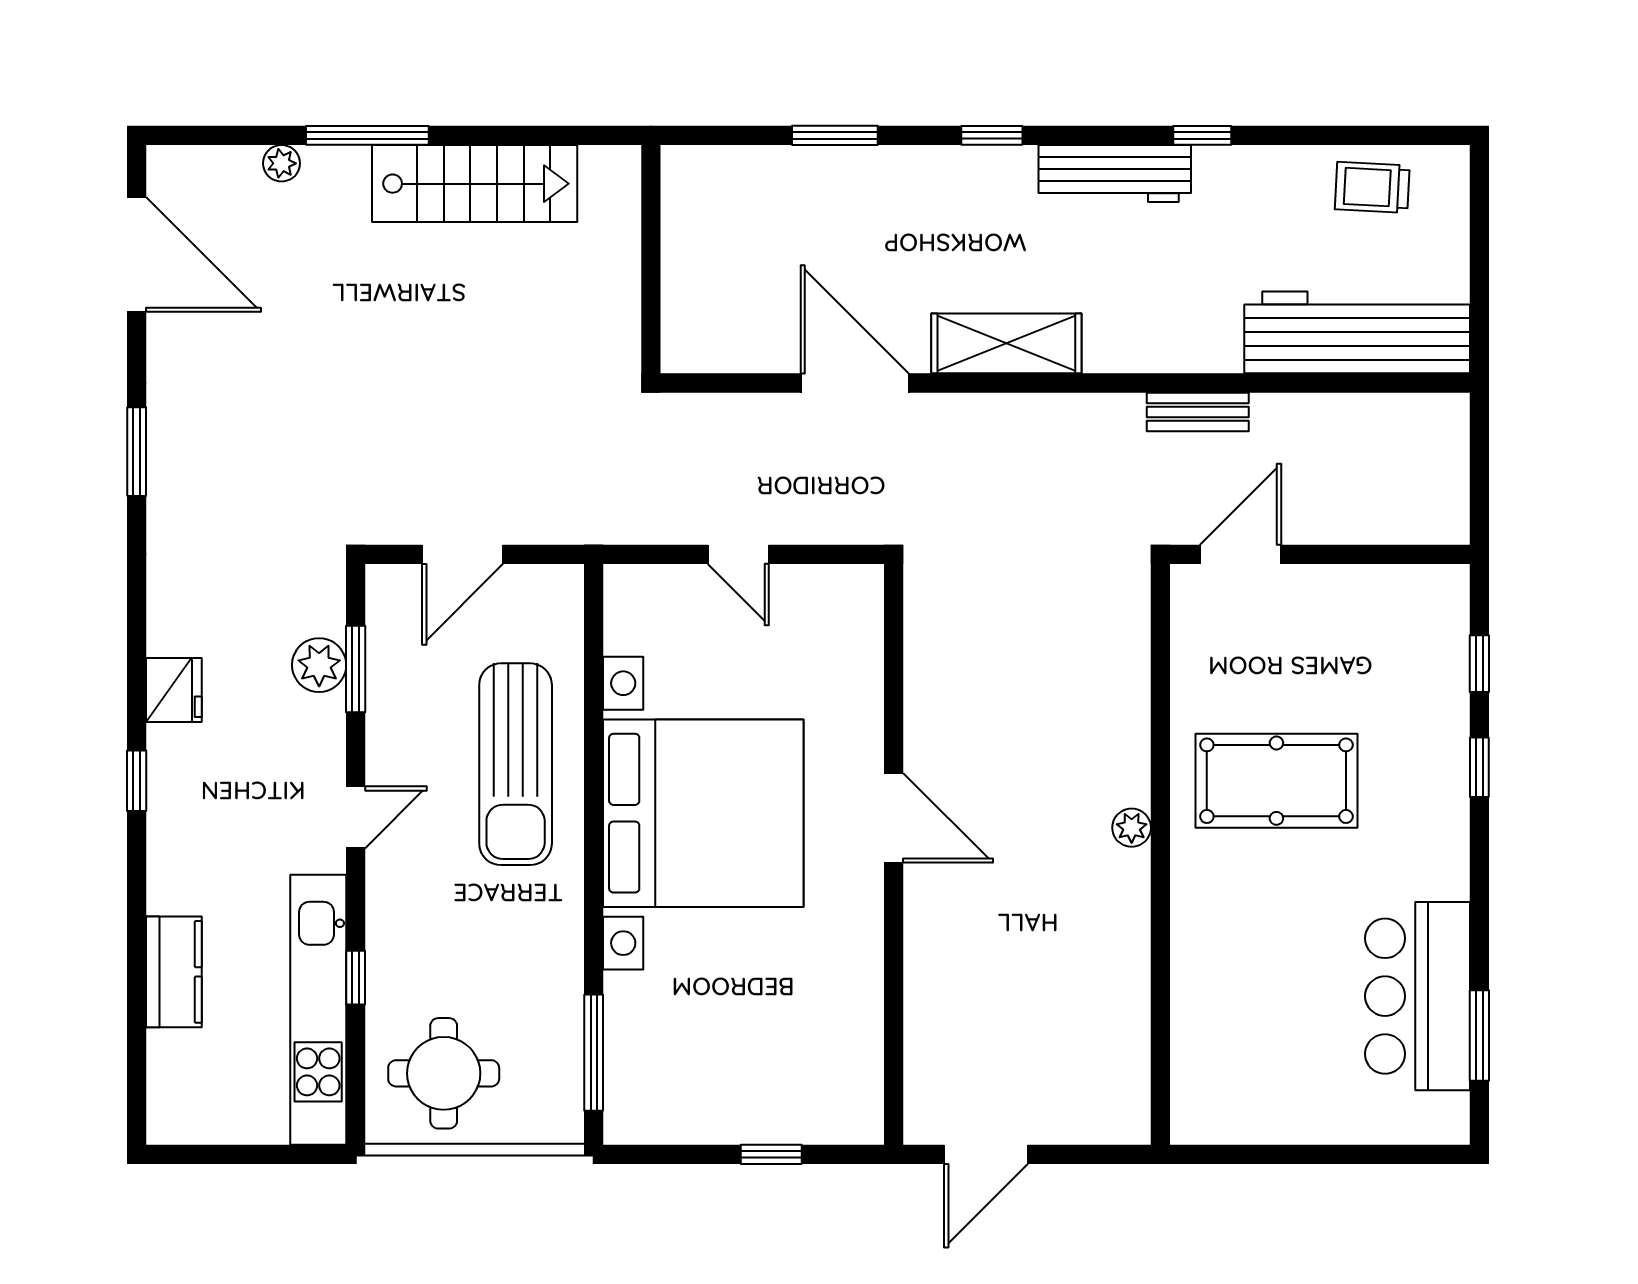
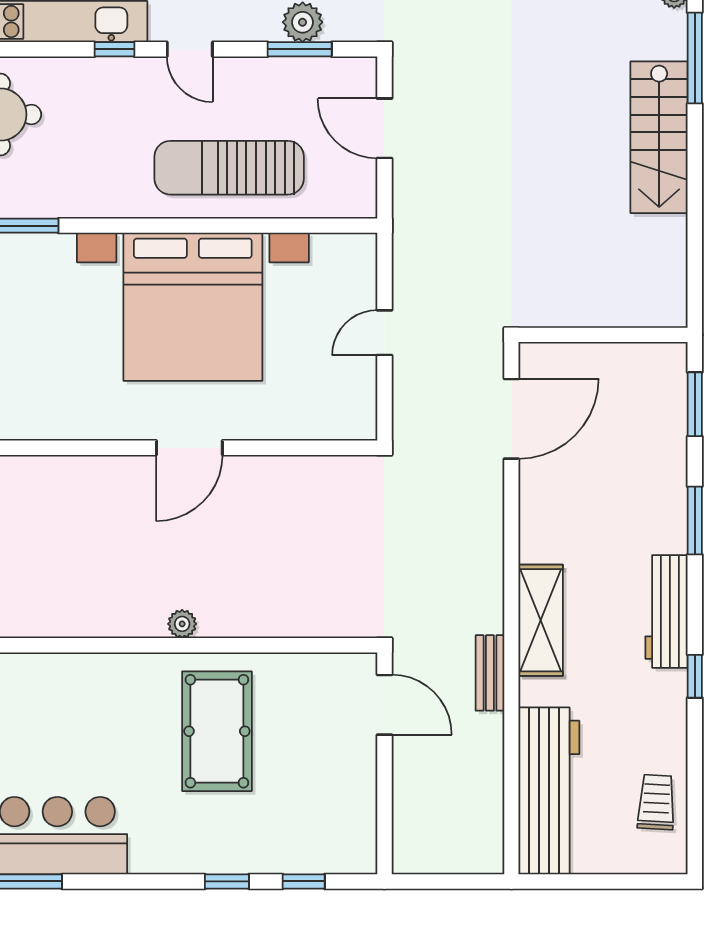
window: (992, 135) -> (695, 520), width x1.50
wall: (651, 259) -> (603, 335), moved
shelving: (1006, 343) -> (541, 620), moved
window: (356, 978) -> (114, 49), moved

